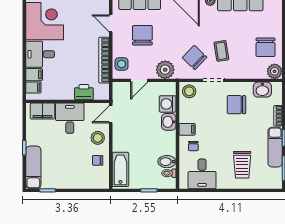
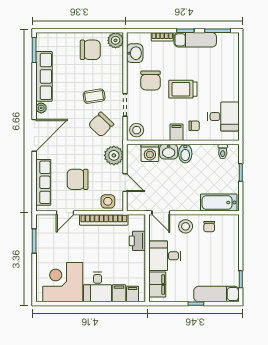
bidet: (167, 162) -> (185, 154), moved
trolley: (242, 165) -> (183, 89), moved, turned 180

